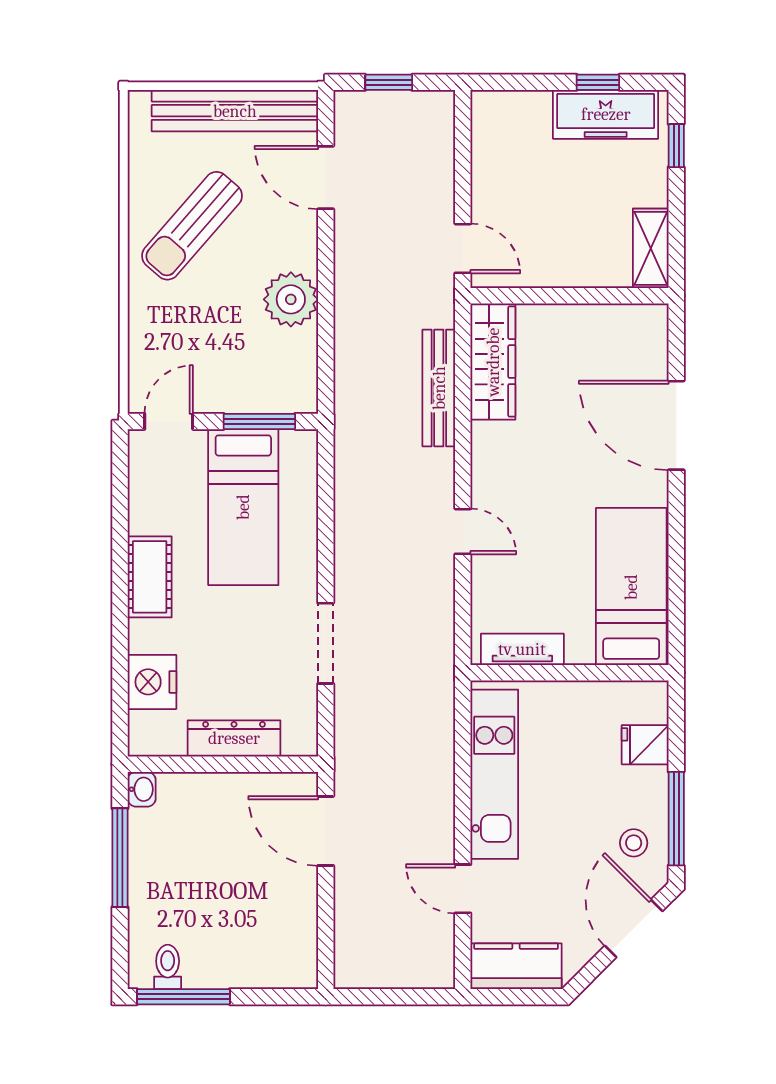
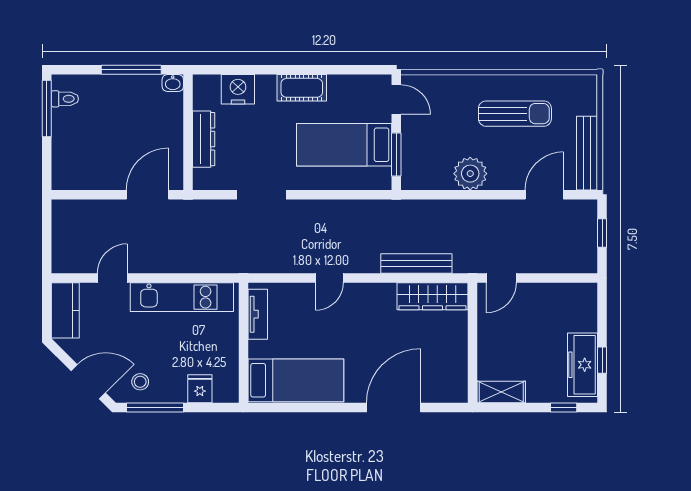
bench: (235, 111) -> (587, 153), width x0.73, depth x0.82
sun lounger: (192, 226) -> (515, 114), turned 139

